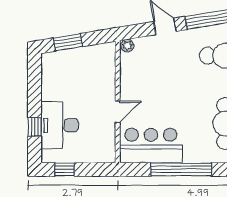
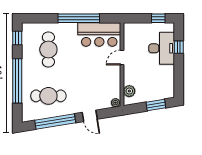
plant: (107, 63) -> (129, 91), added

